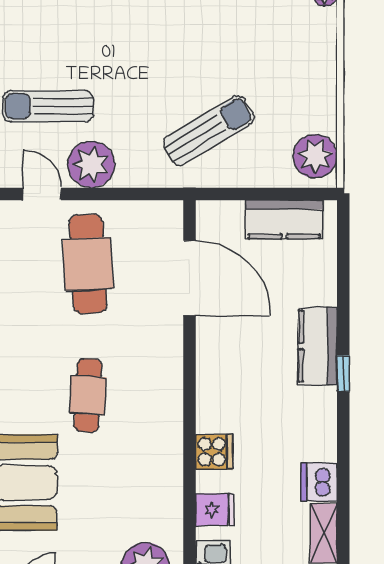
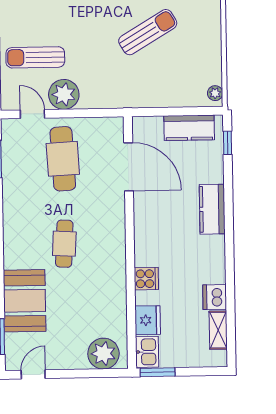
sun lounger: (209, 131) -> (148, 32), moved
plant: (315, 156) -> (215, 93), width x0.53, depth x0.53
window: (343, 373) -> (228, 143), moved
fridge: (215, 510) -> (148, 320), width x1.38

